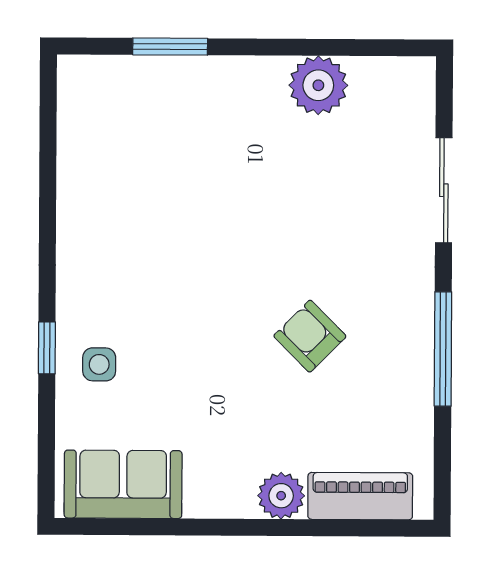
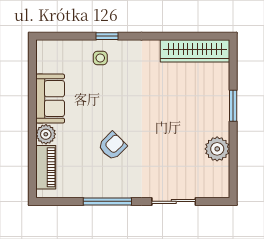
window: (170, 47) -> (233, 106), moved
wardrobe: (83, 137) -> (195, 51), added
sofa: (123, 484) -> (50, 99), moved

